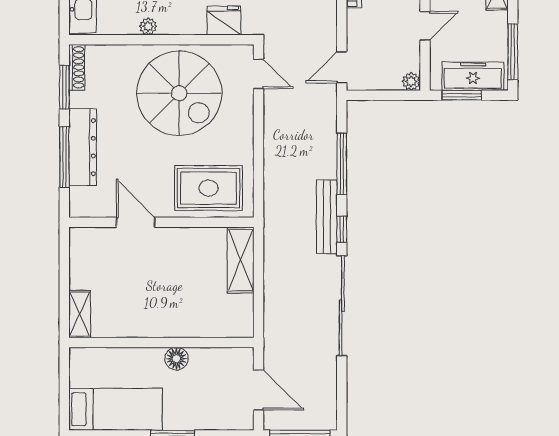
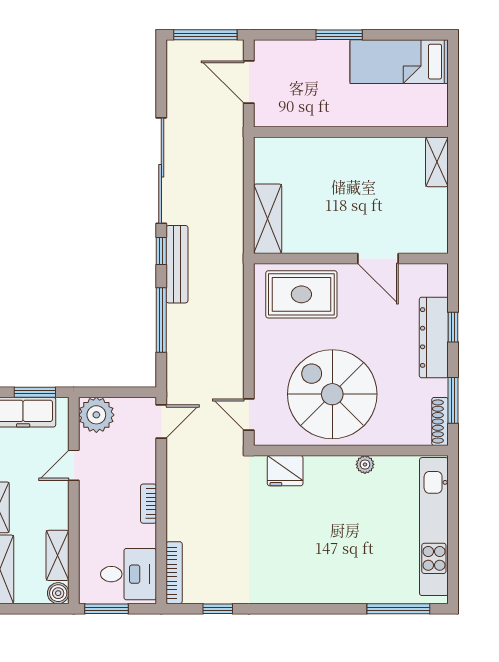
plant: (411, 81) -> (96, 415), width x1.88, depth x1.88
window: (64, 157) -> (453, 327), width x0.46
floor lamp: (176, 359) -> (335, 115), removed

